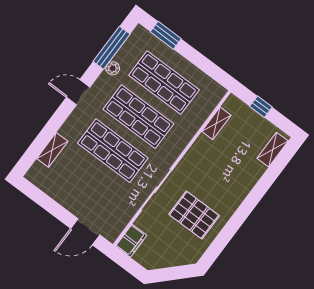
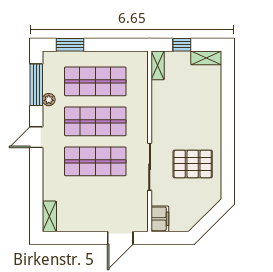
shelving: (216, 123) -> (158, 65), moved
shelving: (52, 150) -> (49, 216), moved
shelving: (273, 150) -> (206, 58), moved, turned 90

